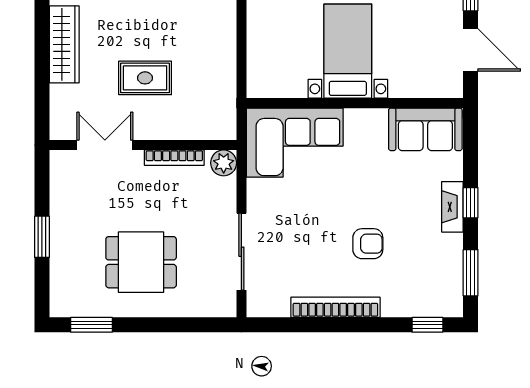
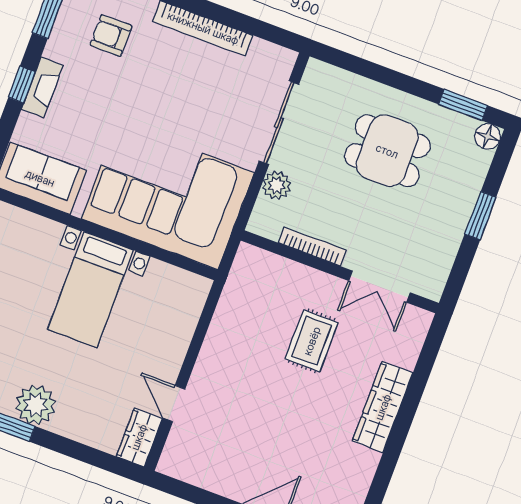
rug: (145, 78) -> (312, 341), turned 90
corner sofa: (295, 143) -> (168, 196), width x1.36, depth x1.36
plant: (224, 163) -> (277, 185), moved
armchair: (368, 244) -> (111, 36), moved
floor lamp: (61, 306) -> (488, 136), added

